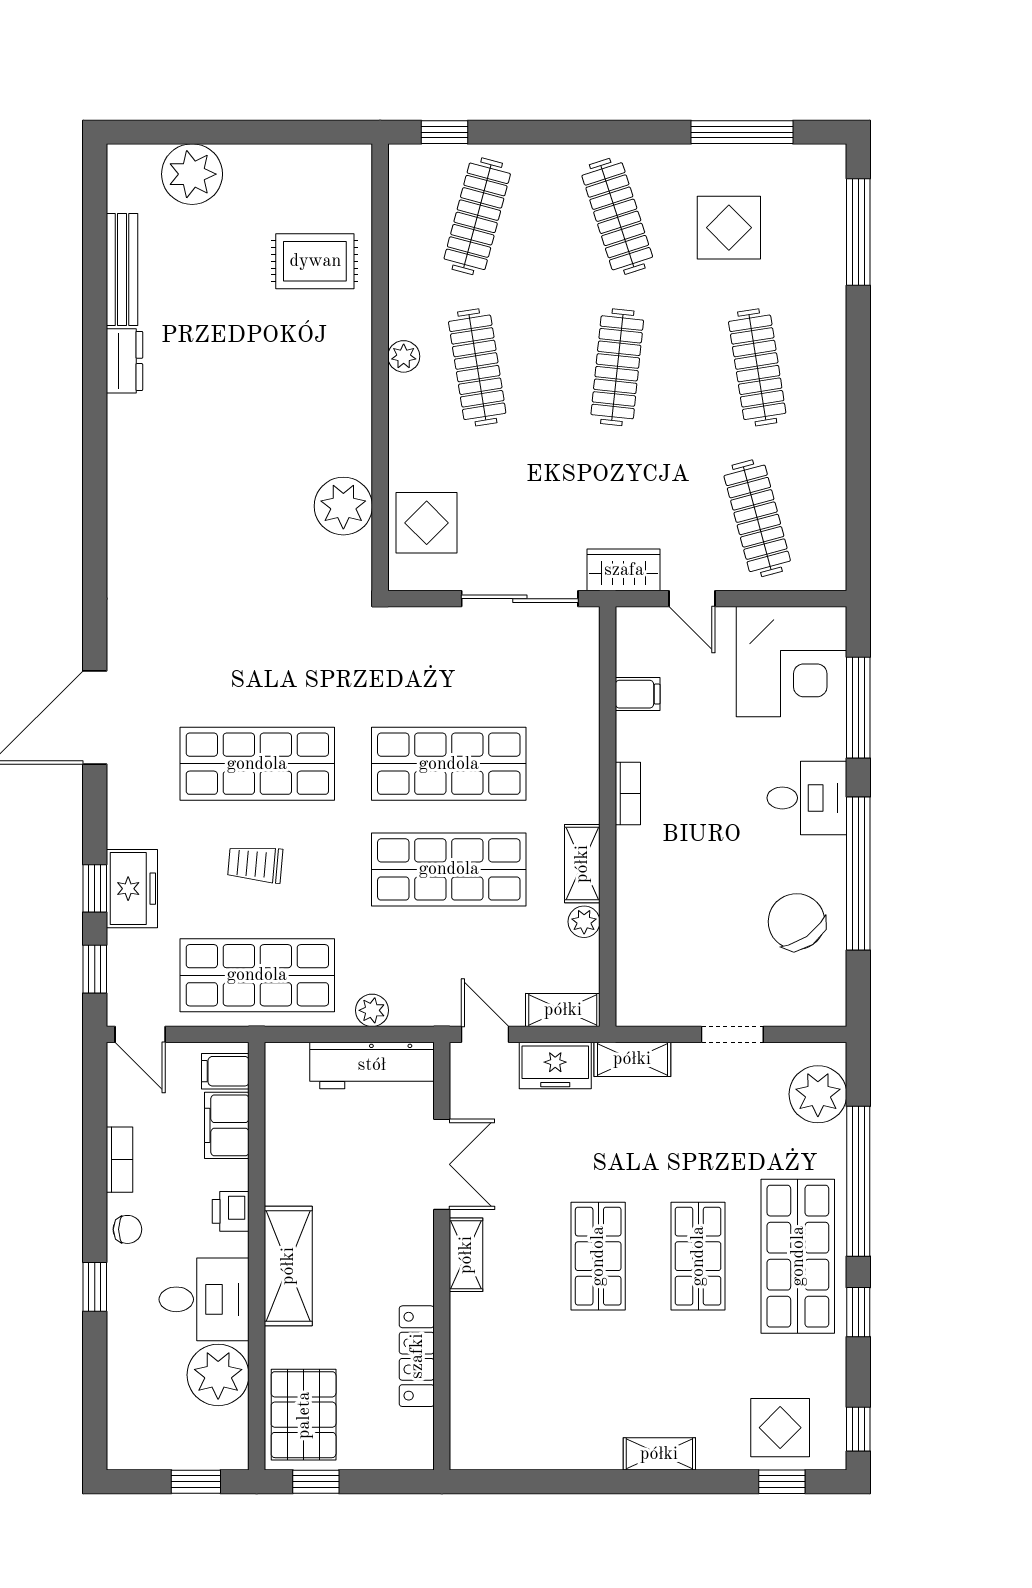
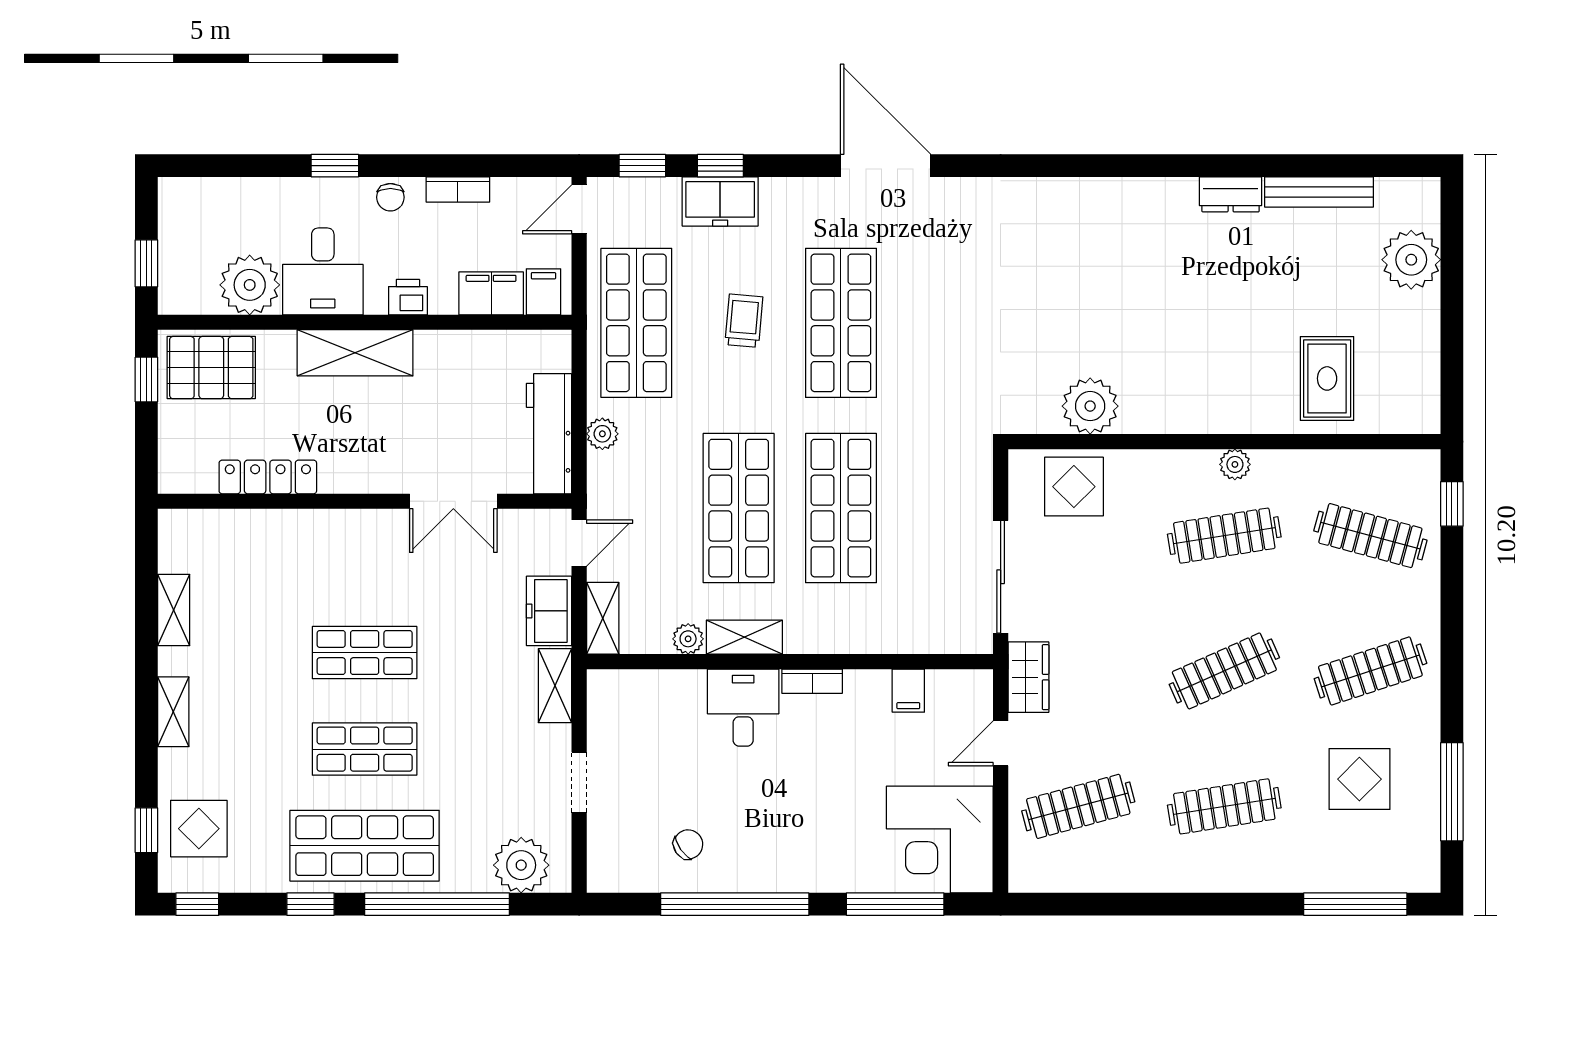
clothes rail: (617, 367) -> (1224, 671), turned -30
desk: (807, 798) -> (743, 708), moved, turned 180
chair: (796, 922) -> (688, 844), width x0.54, depth x0.54
shelving: (466, 1255) -> (174, 610), moved, turned 90

